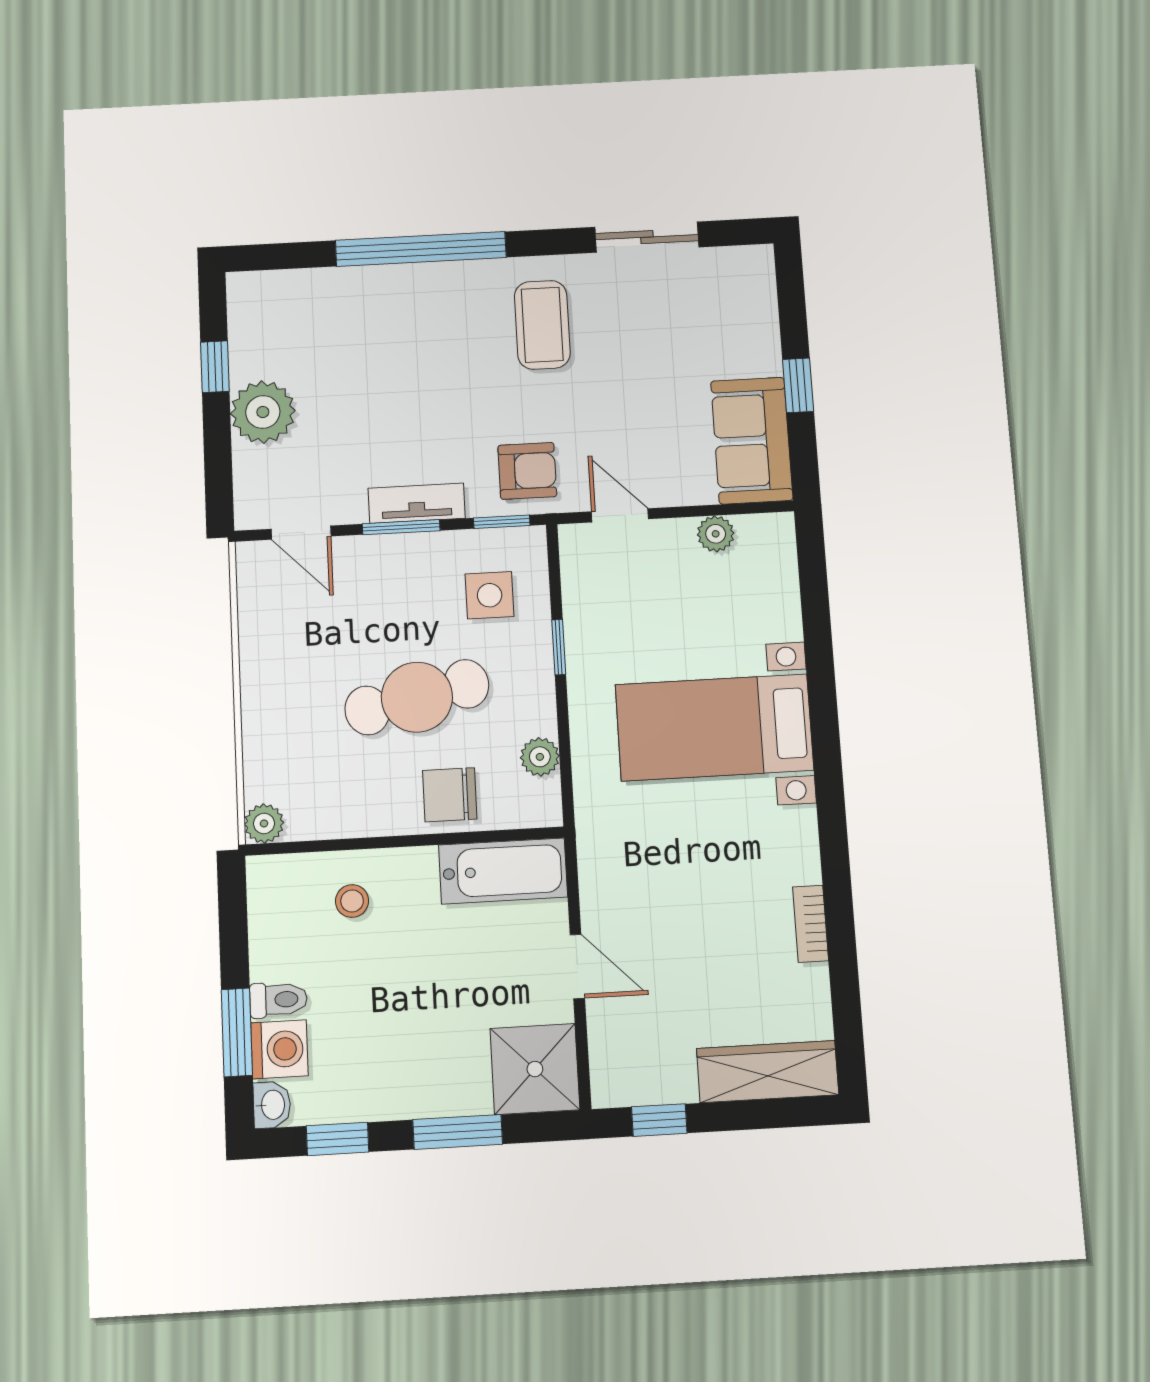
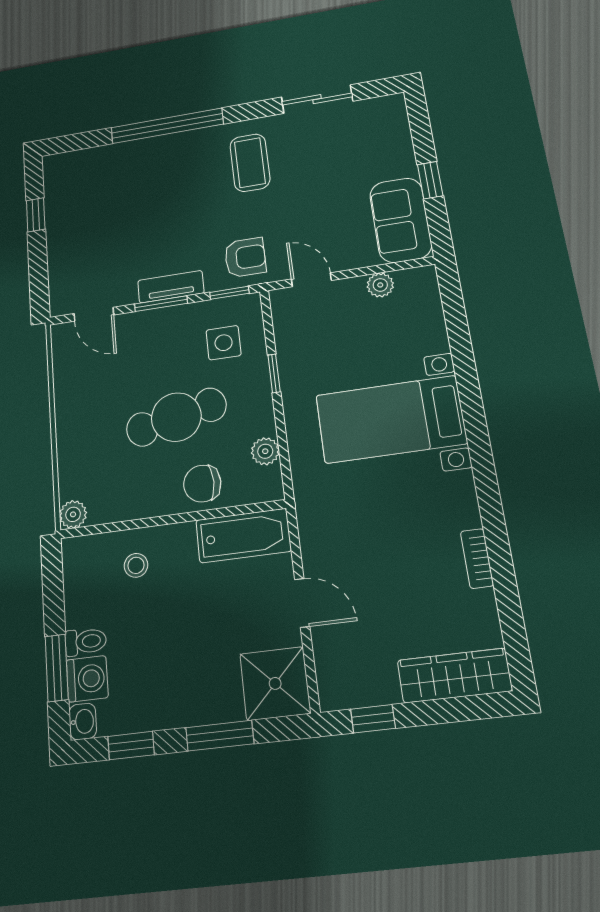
plant: (263, 412) -> (67, 240), removed

